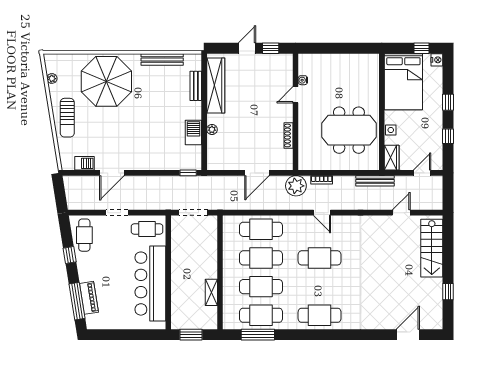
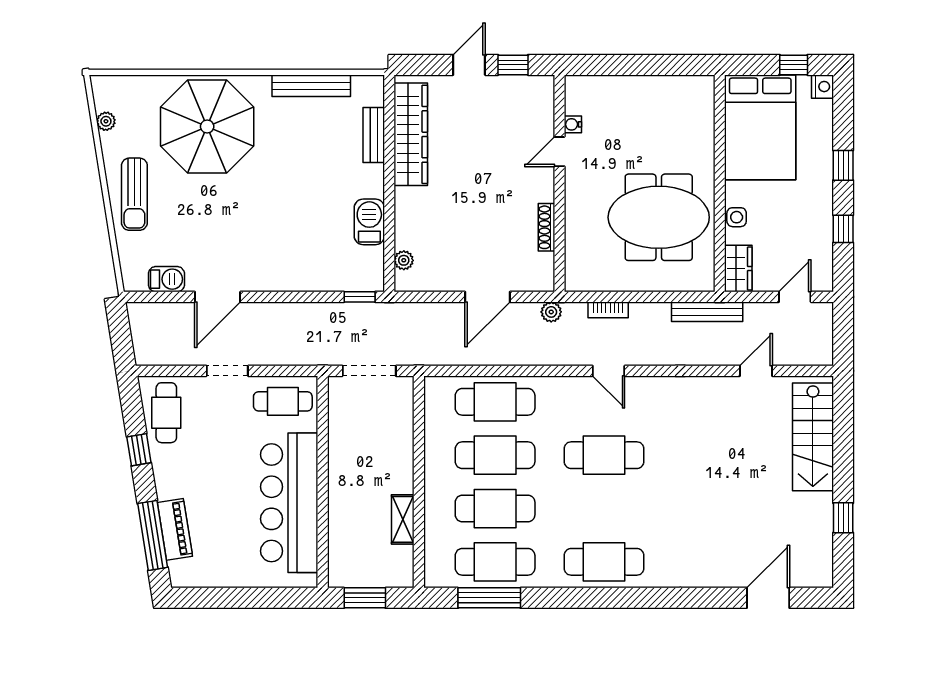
plant: (212, 130) -> (404, 260), moved
plant: (296, 186) -> (551, 312), width x0.53, depth x0.53

